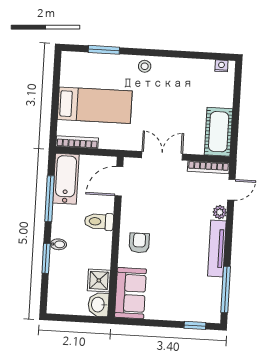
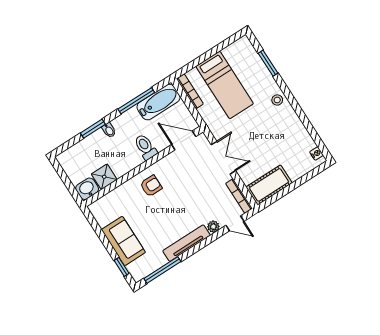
sofa: (130, 293) -> (123, 241), moved, turned -90

